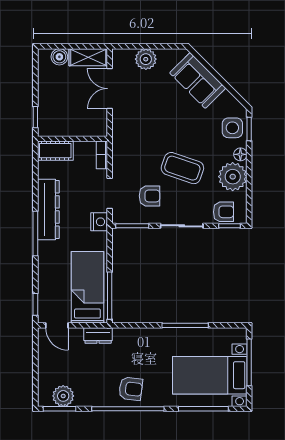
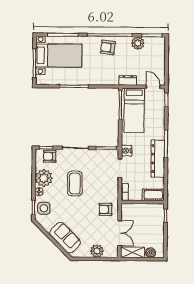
coffee table: (182, 168) -> (75, 184), turned 71
armchair: (150, 196) -> (105, 209), moved
plant: (63, 396) -> (138, 43), moved

